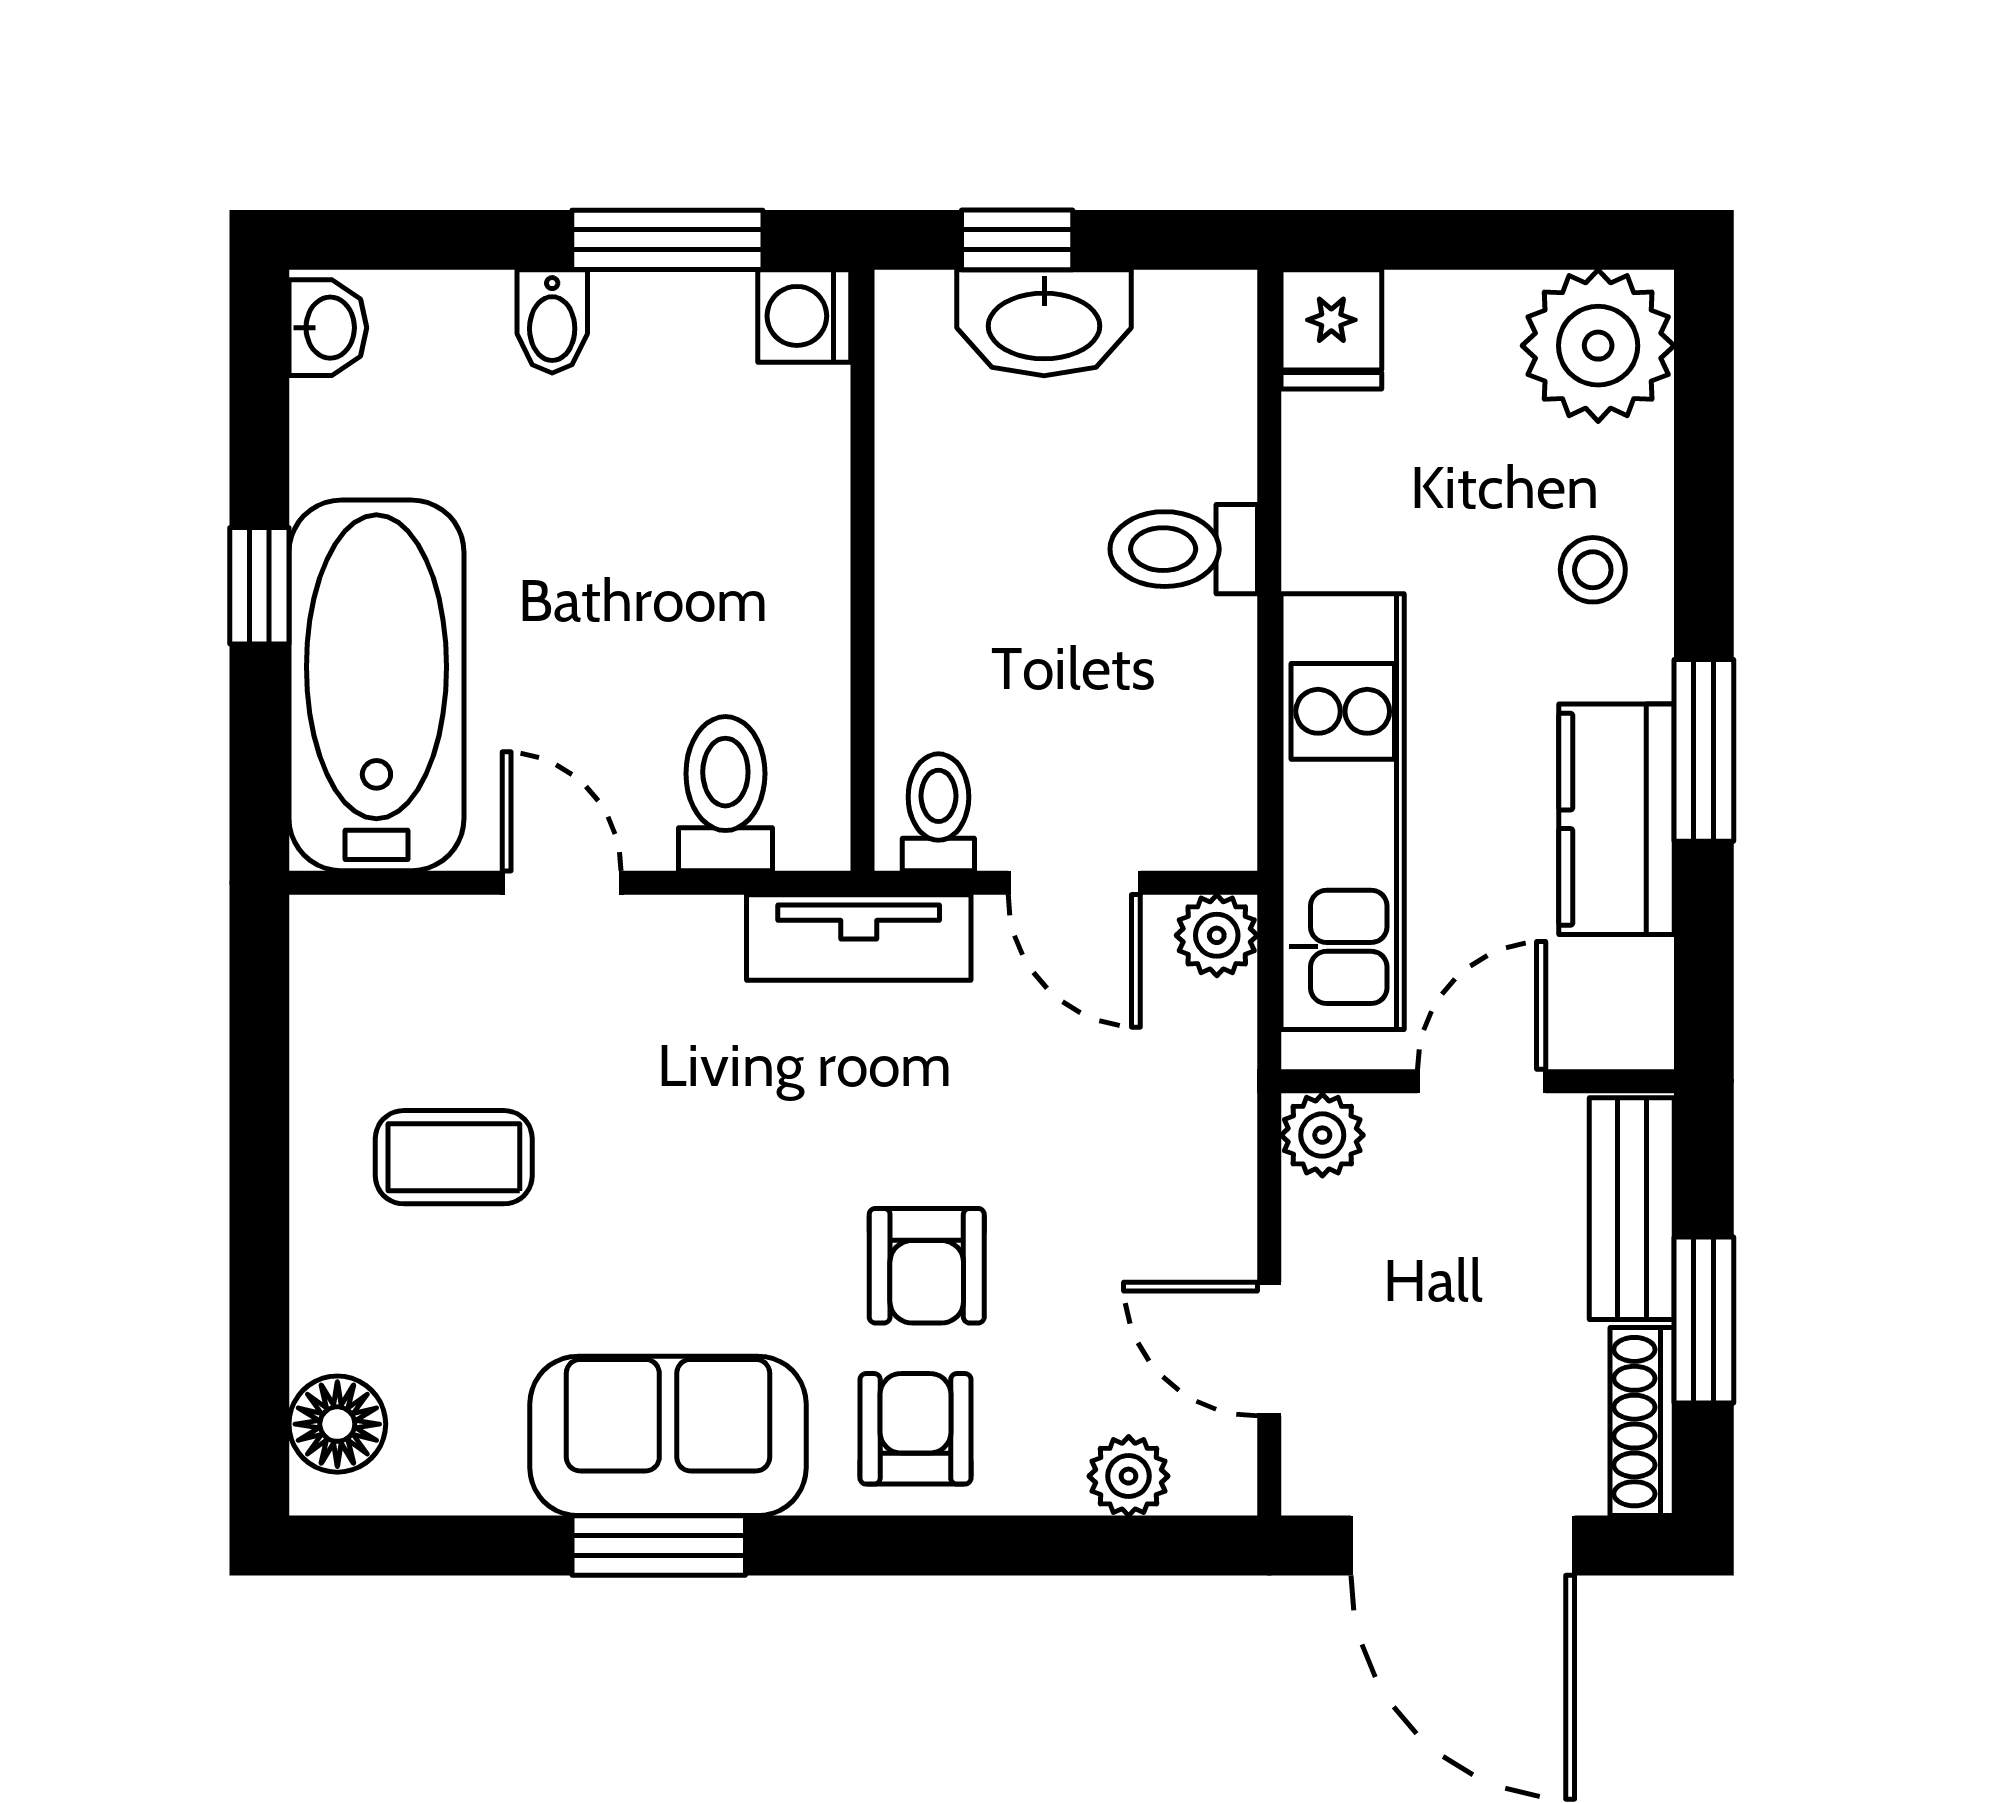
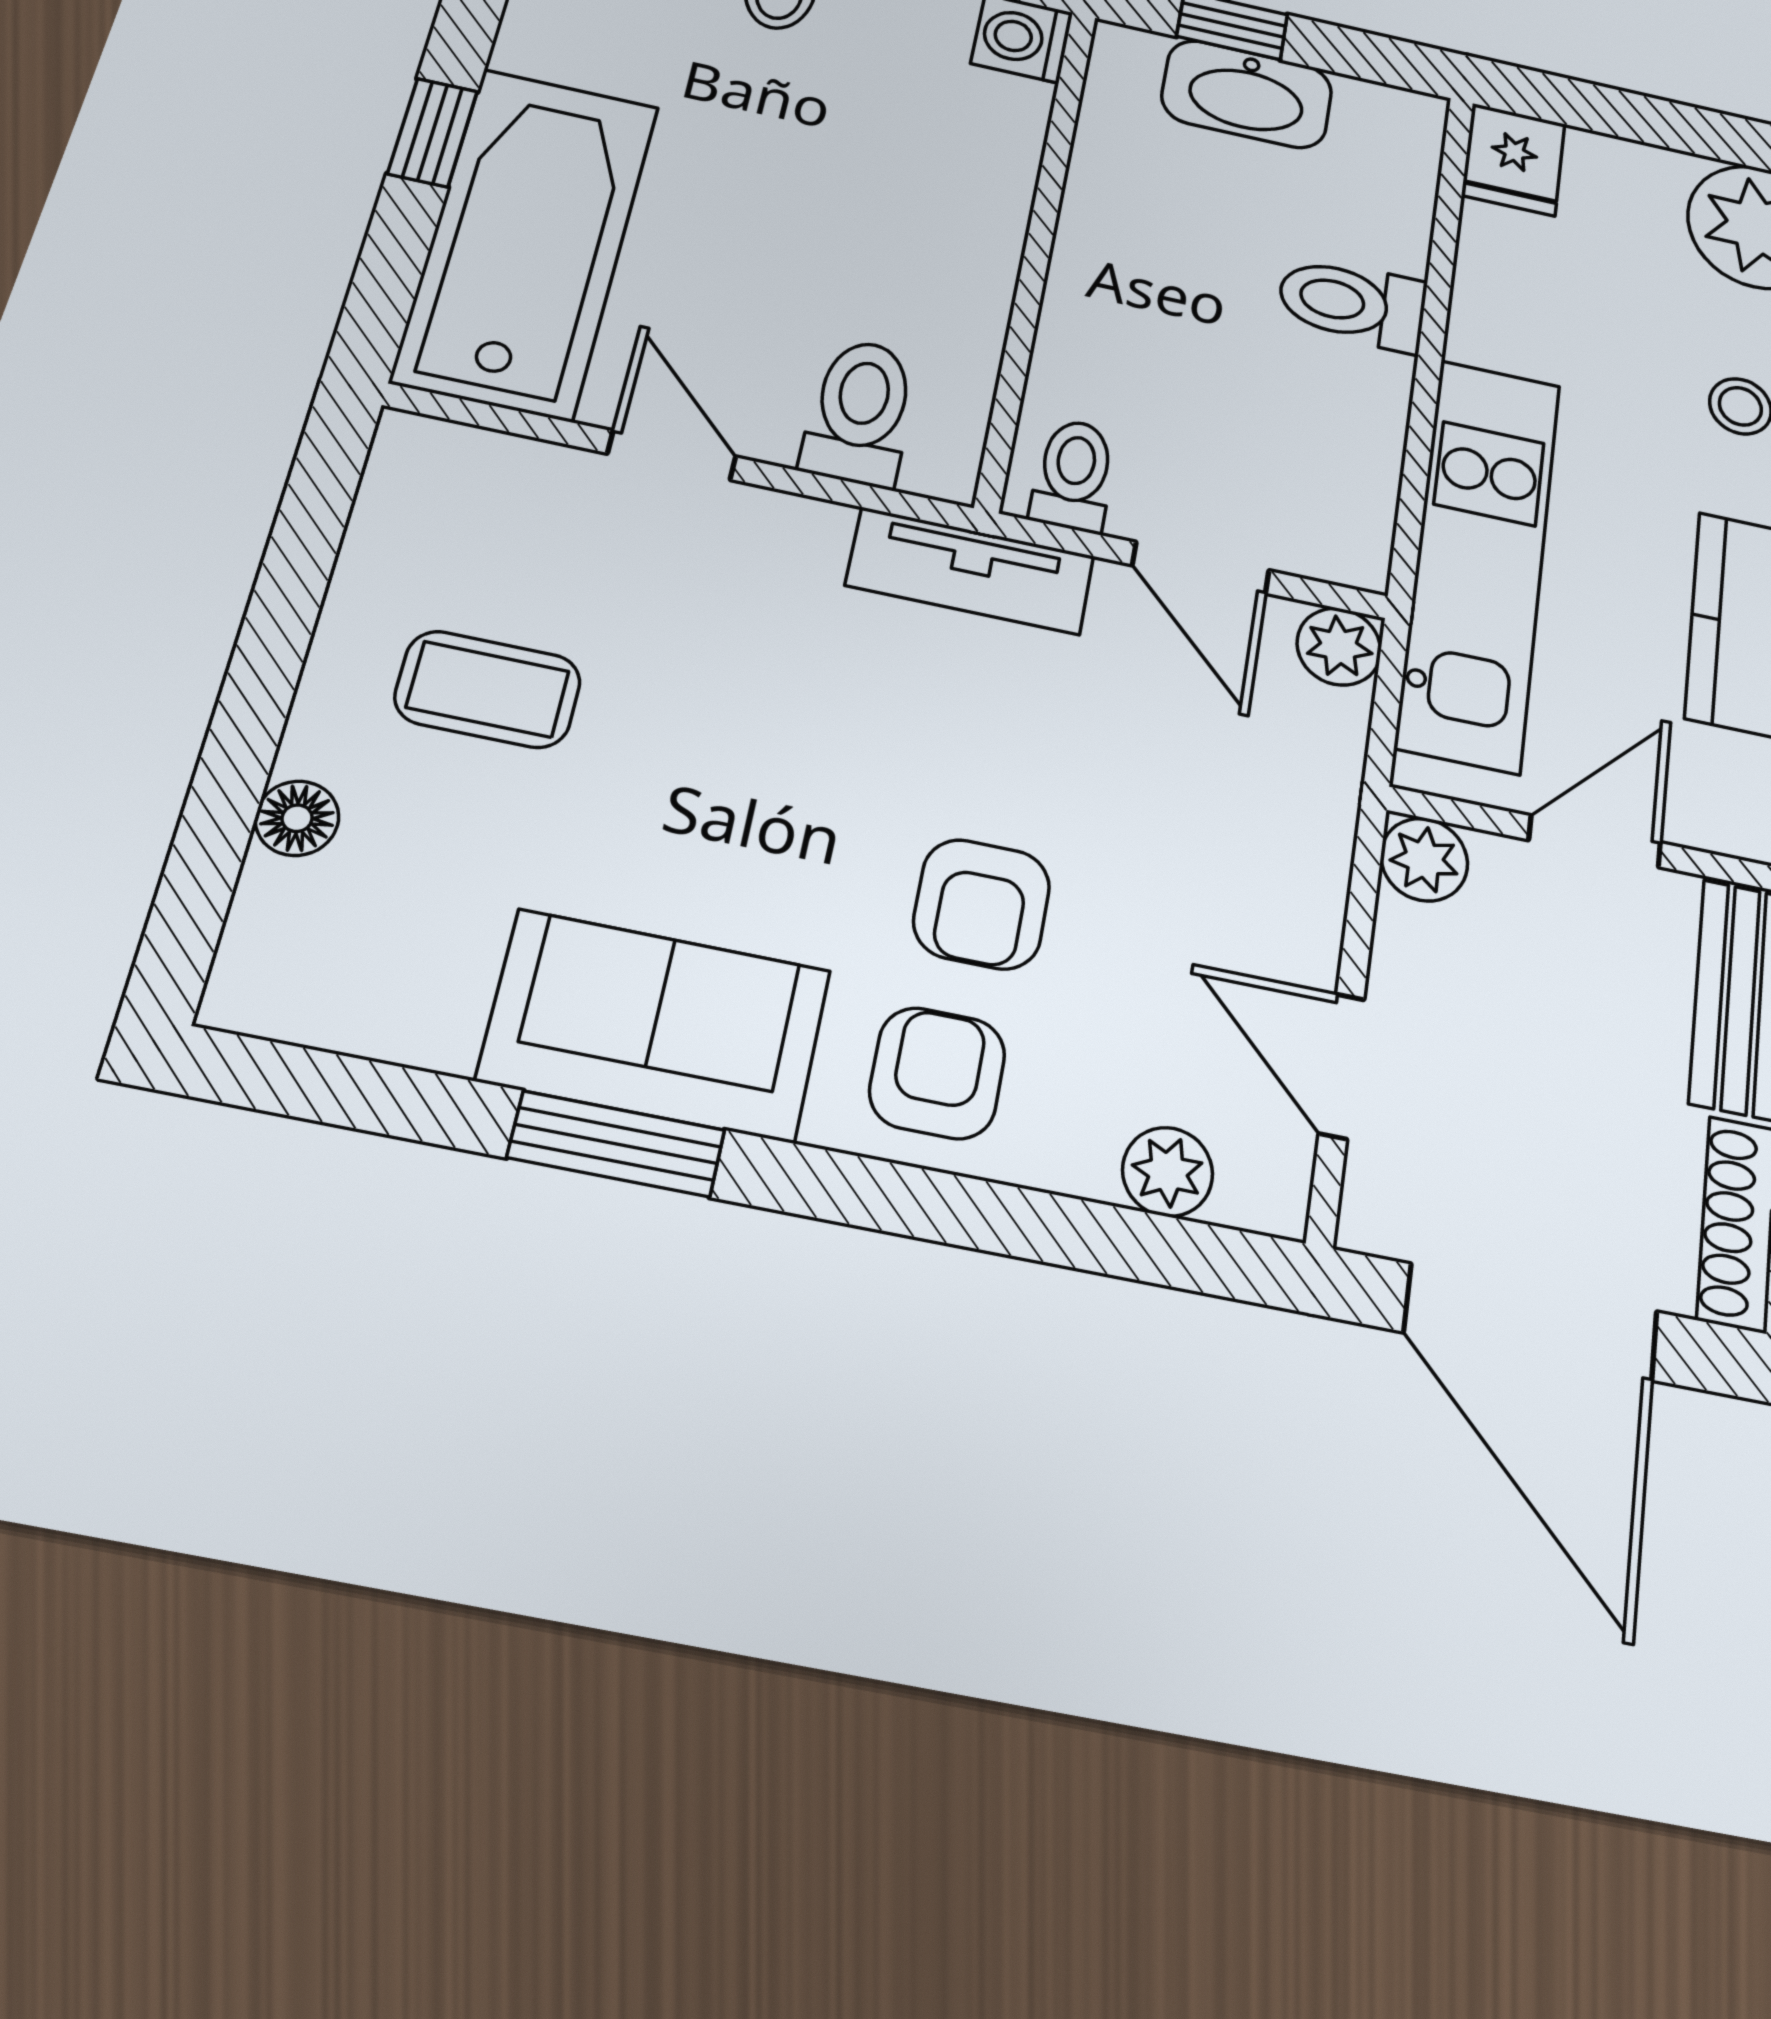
floor lamp: (337, 1424) -> (297, 818), moved, width x0.73, depth x0.73

